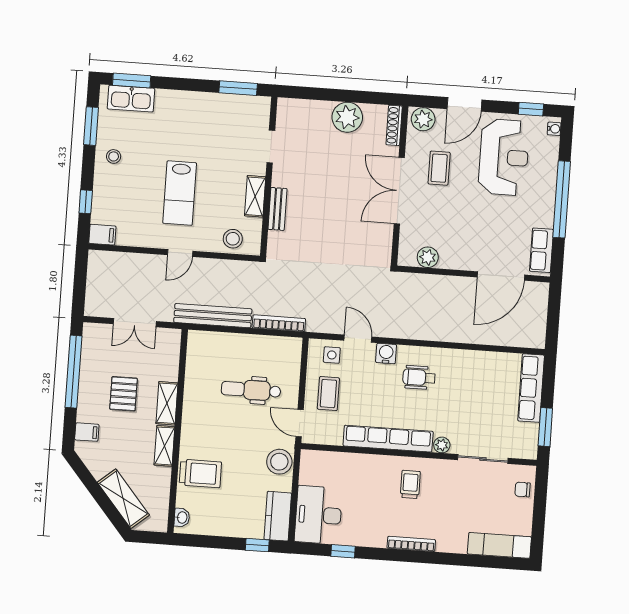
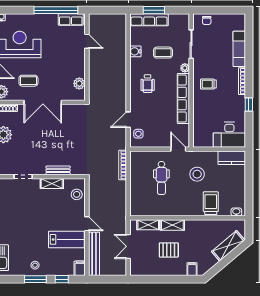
window: (91, 126) -> (35, 279), moved
lab bench: (180, 193) -> (66, 239), moved
window: (562, 199) -> (56, 10), moved
door: (501, 276) -> (87, 41), width x0.53
bench: (213, 316) -> (94, 254), moved
double door: (135, 323) -> (128, 246), swing flipped
water cooler: (386, 354) -> (135, 51), moved
window: (73, 372) -> (158, 279), removed
coffee table: (328, 394) -> (163, 53), moved
door: (300, 423) -> (178, 149), swing flipped
window: (545, 427) -> (154, 10), moved
shelving: (164, 446) -> (148, 225), moved
stool: (279, 462) -> (197, 174), moved
window: (257, 545) -> (249, 168), removed
exam couch: (499, 545) -> (239, 49), moved
window: (343, 551) -> (249, 105), moved

